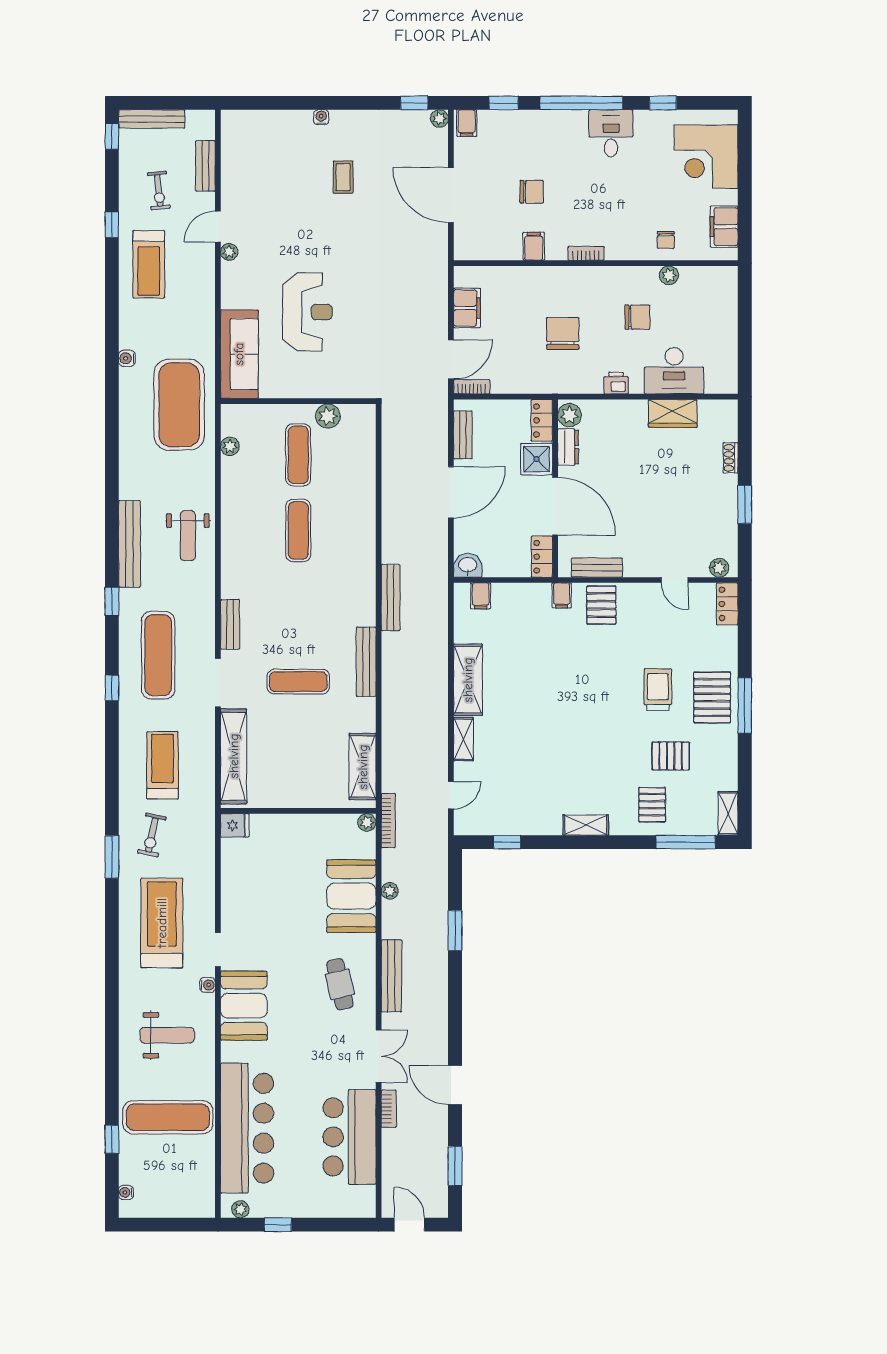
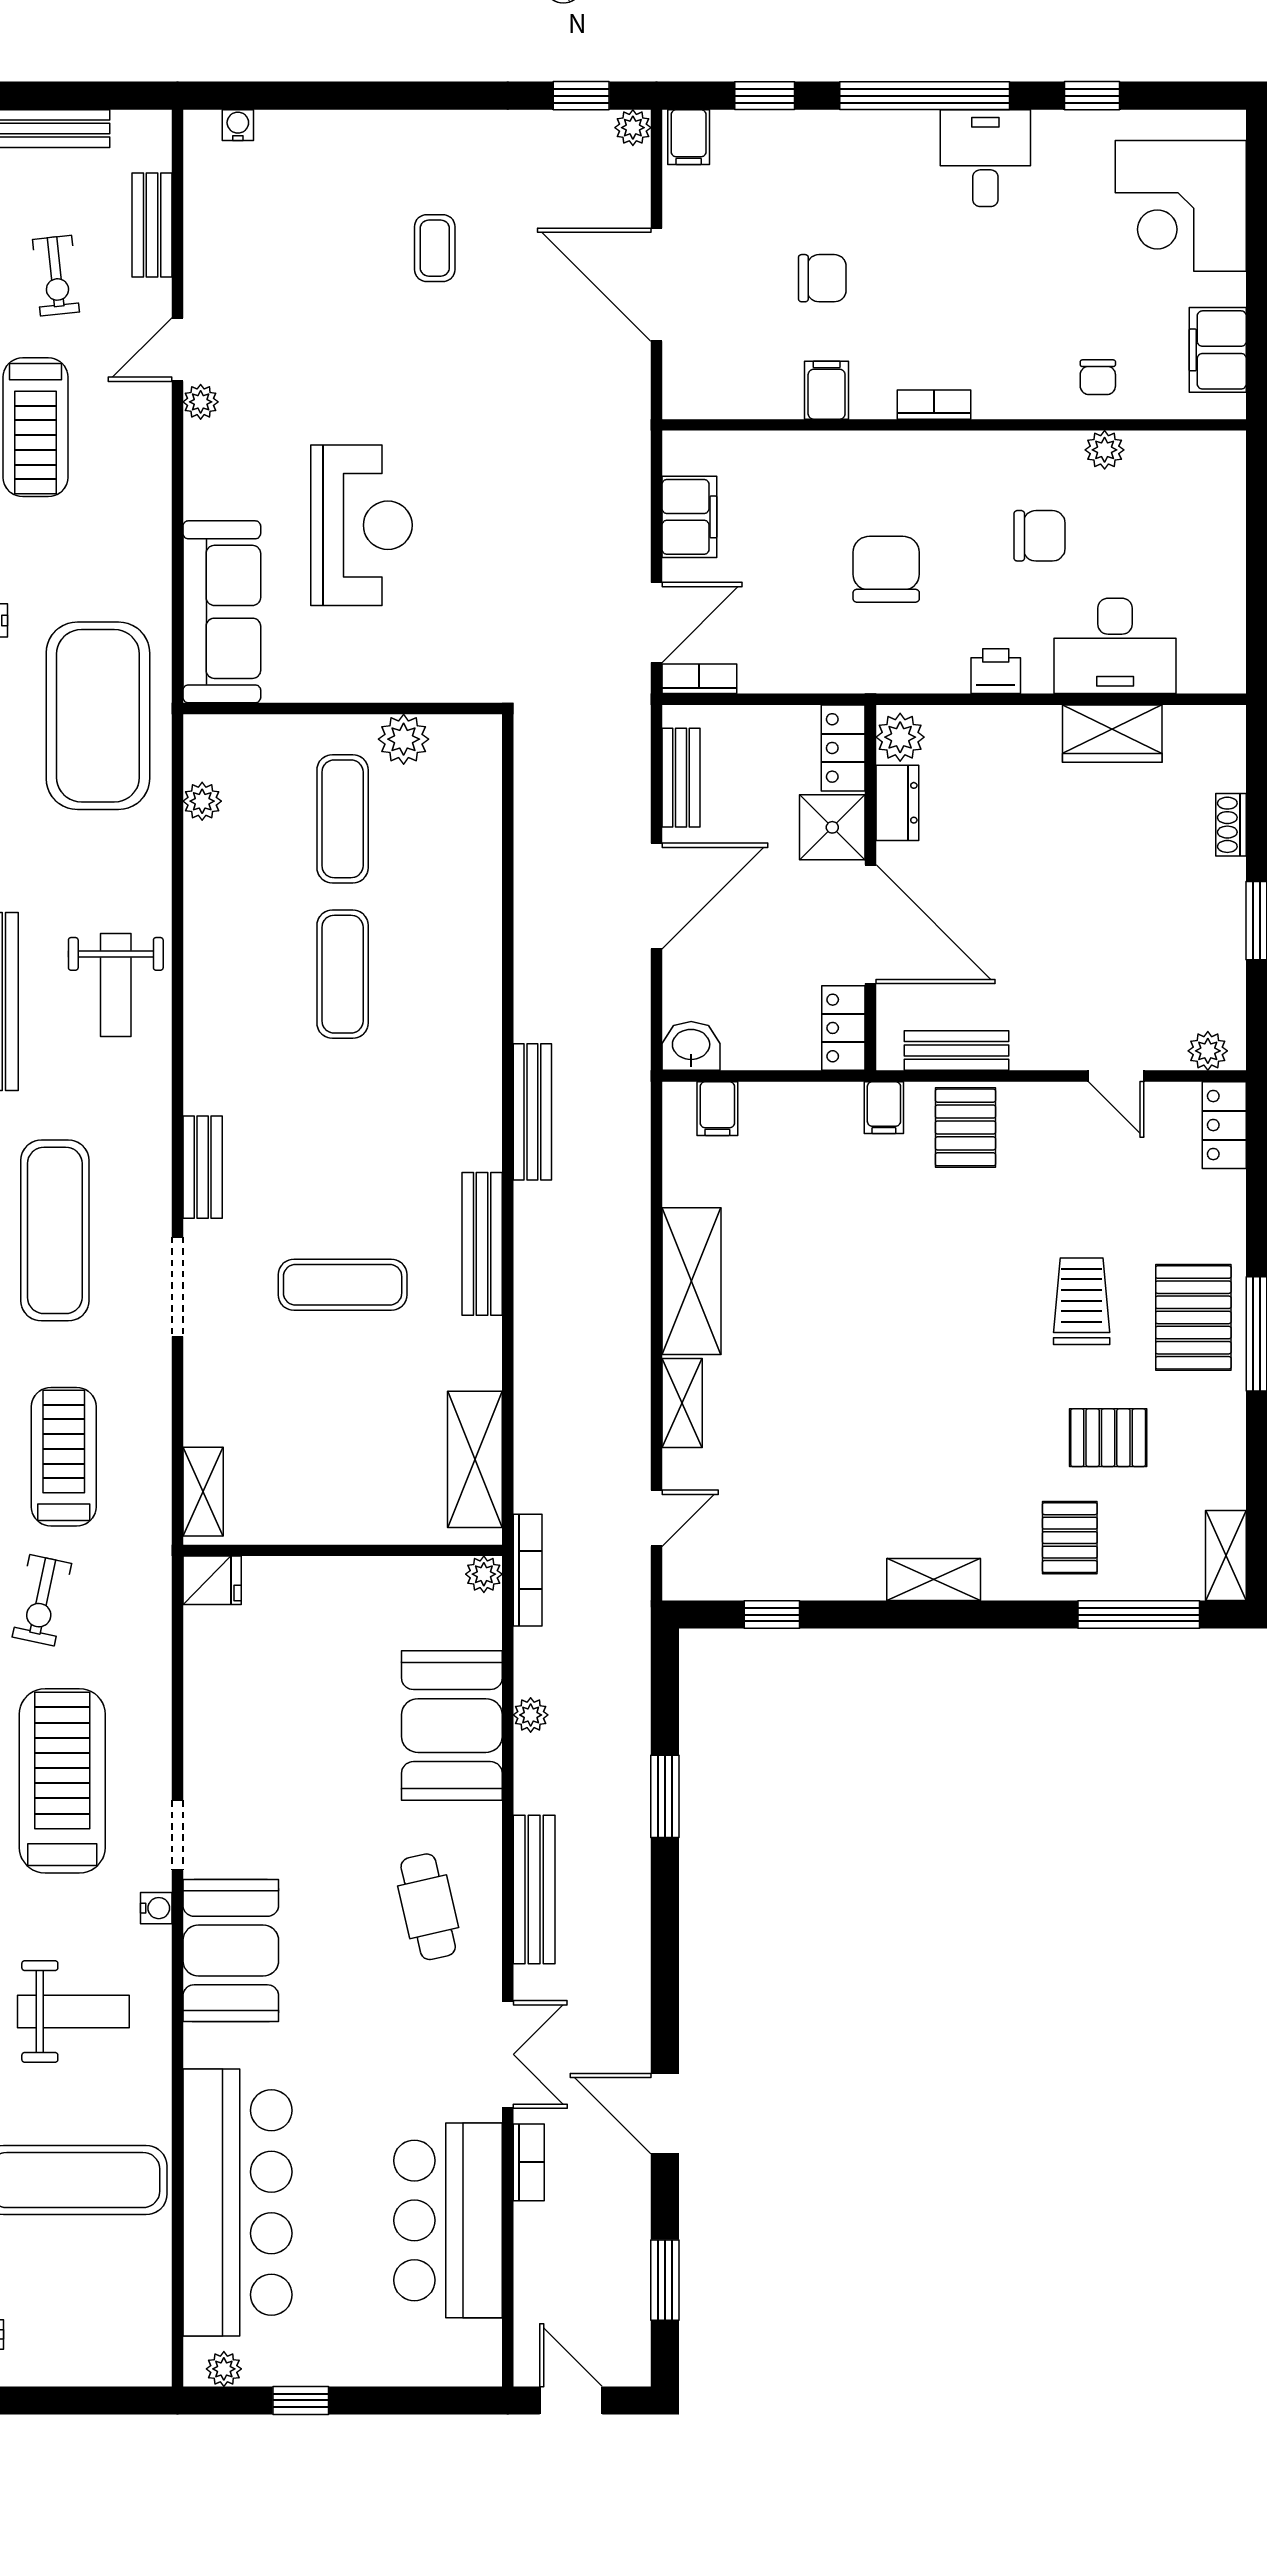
water cooler: (321, 117) -> (238, 125), moved
shelving: (234, 756) -> (203, 1492), width x0.45, depth x0.75

